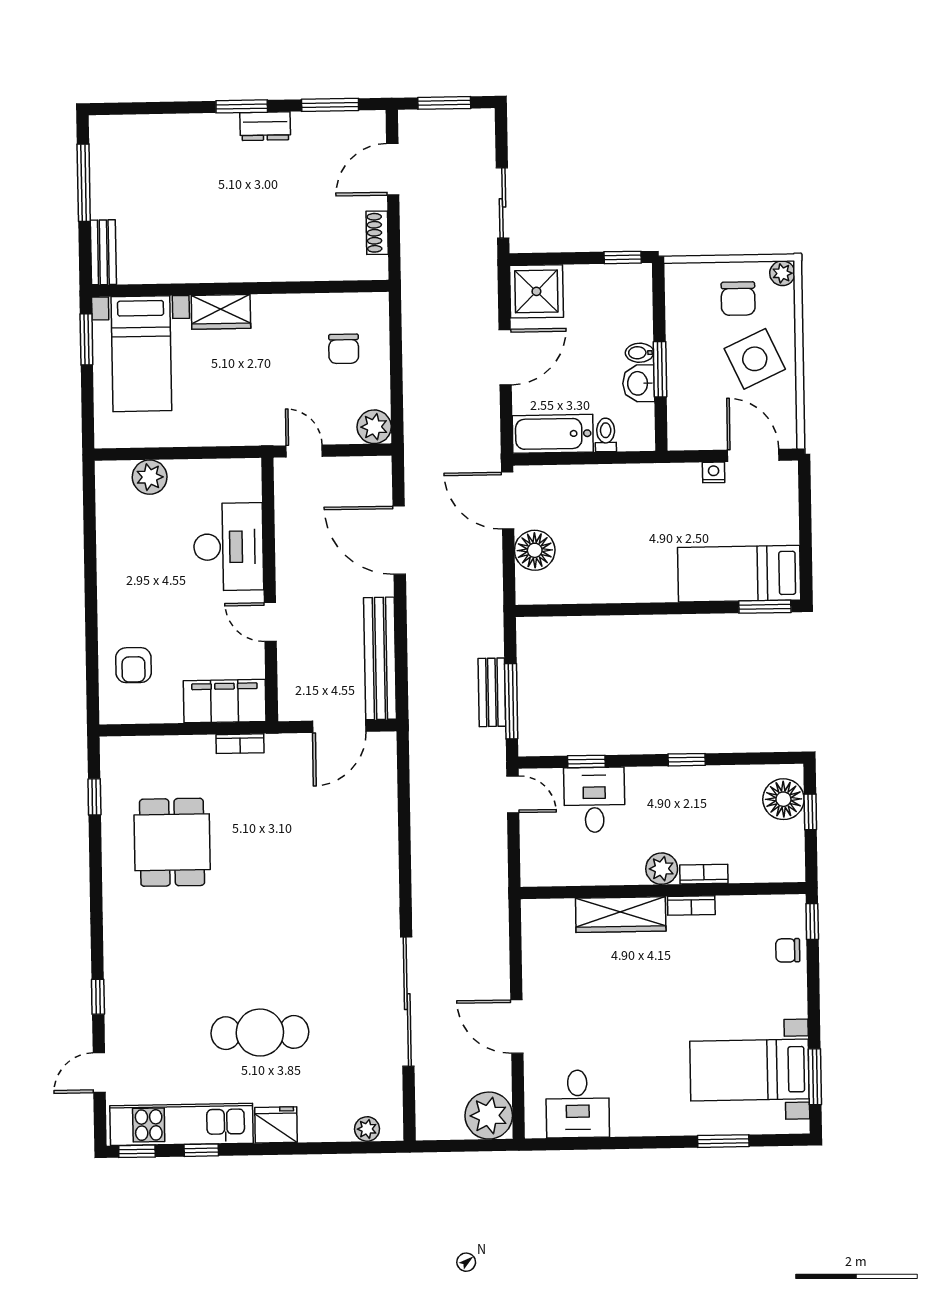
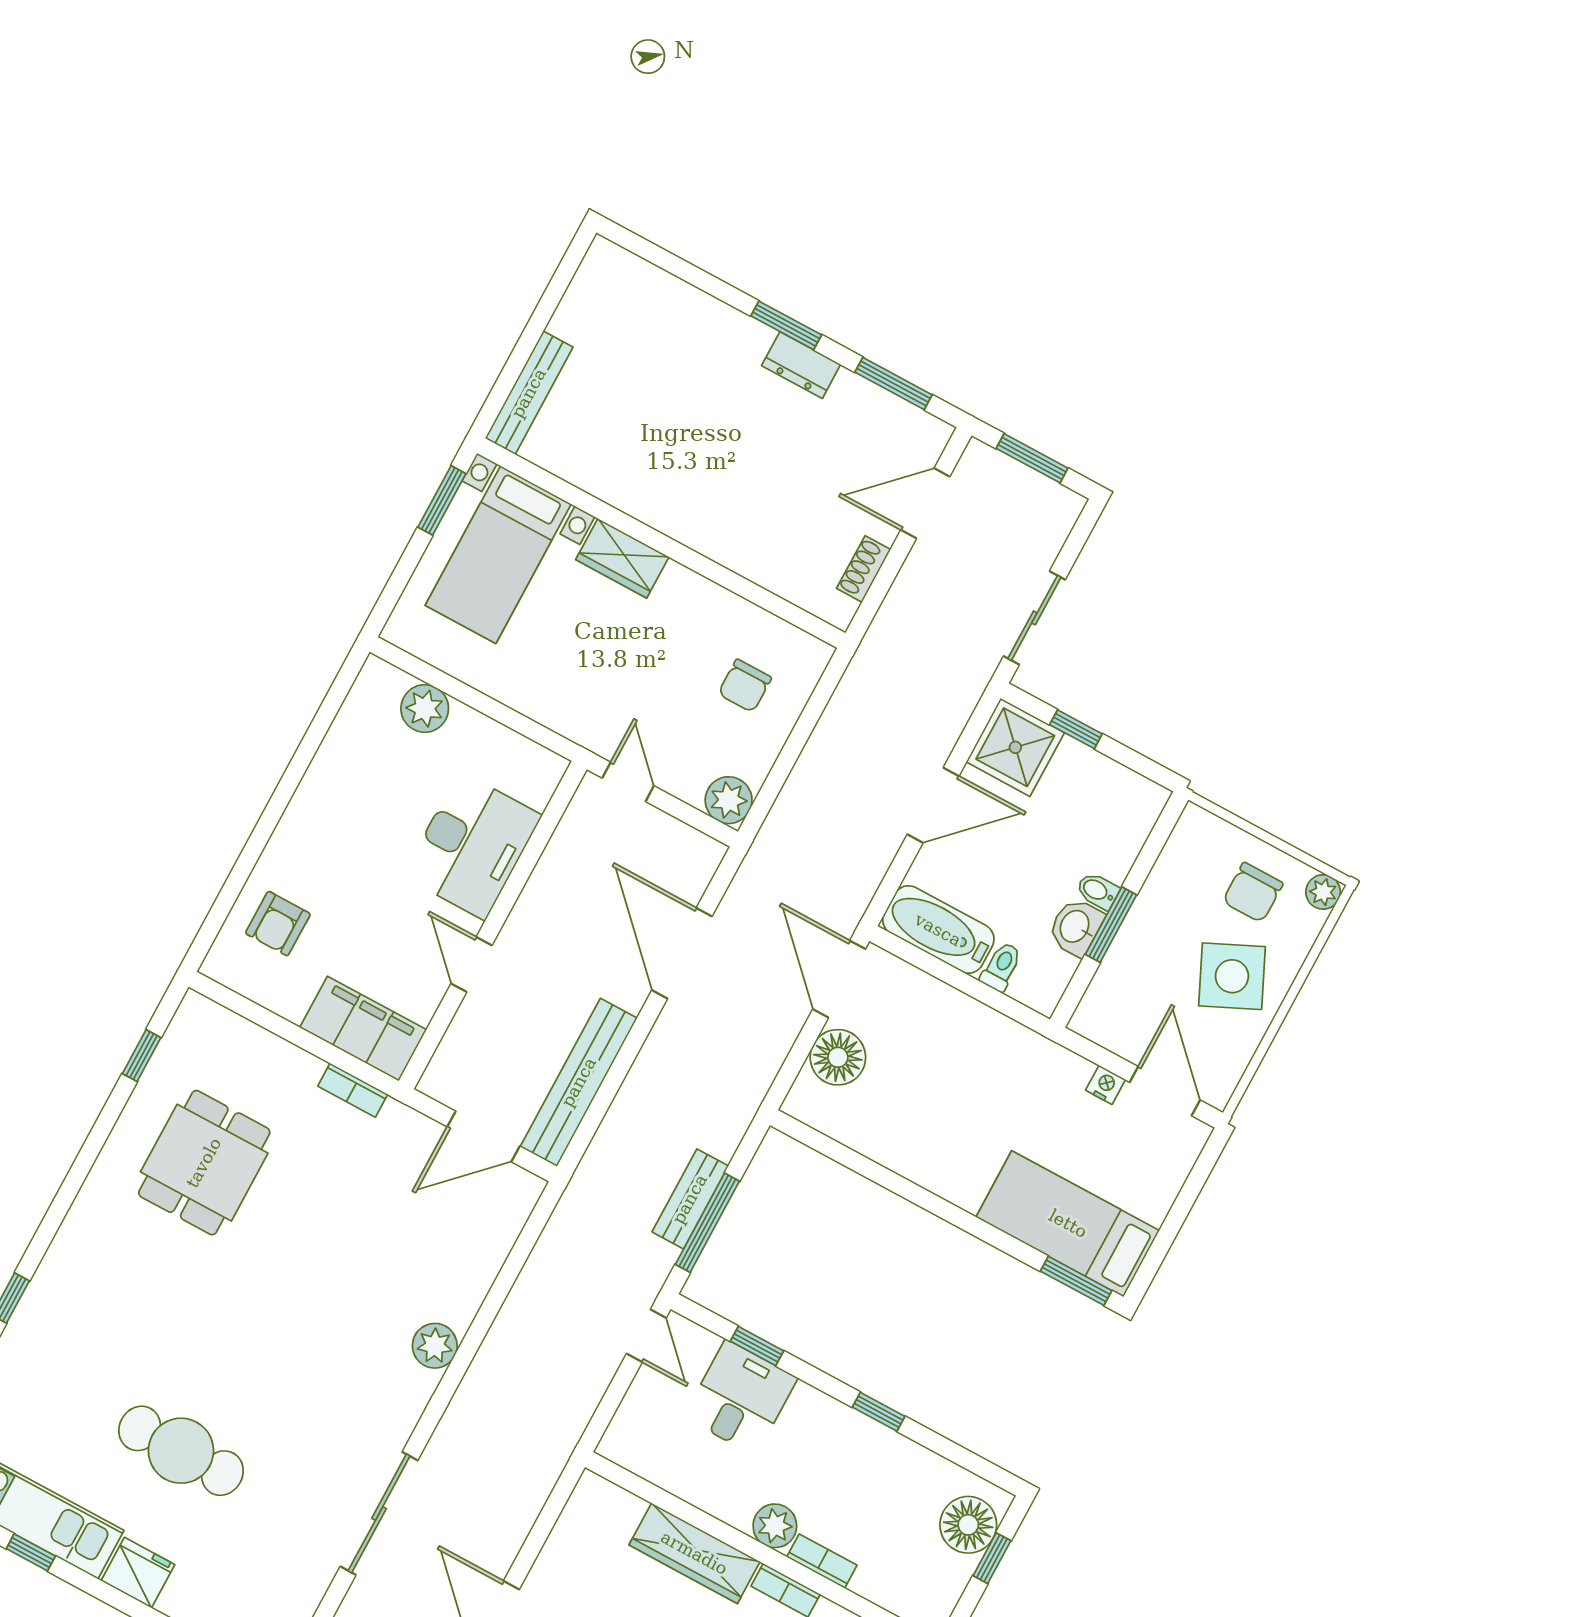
window: (84, 183) -> (545, 310), removed
bench: (103, 252) -> (529, 393), width x1.36
window: (623, 257) -> (1076, 729), moved
plant: (383, 876) -> (435, 1346), added
sliding door: (407, 1002) -> (379, 1513), width x0.73

